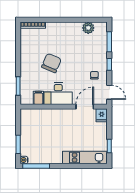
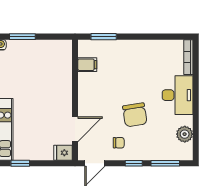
chair: (51, 63) -> (135, 115), moved, turned 58
desk: (58, 94) -> (178, 95), moved, turned 180
door: (85, 107) -> (75, 129), hinge flipped

